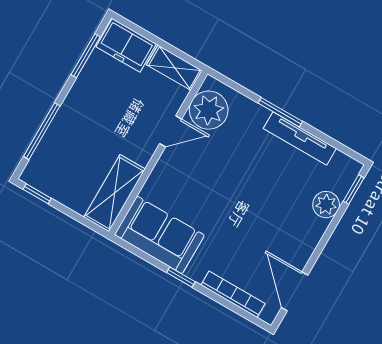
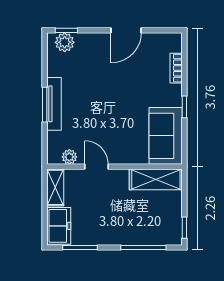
plant: (209, 110) -> (69, 157), width x0.53, depth x0.53
tv unit: (300, 138) -> (54, 104), moved
plant: (326, 205) -> (65, 42), moved
door: (295, 291) -> (126, 30), moved
bookcase: (233, 294) -> (176, 68), width x0.64

